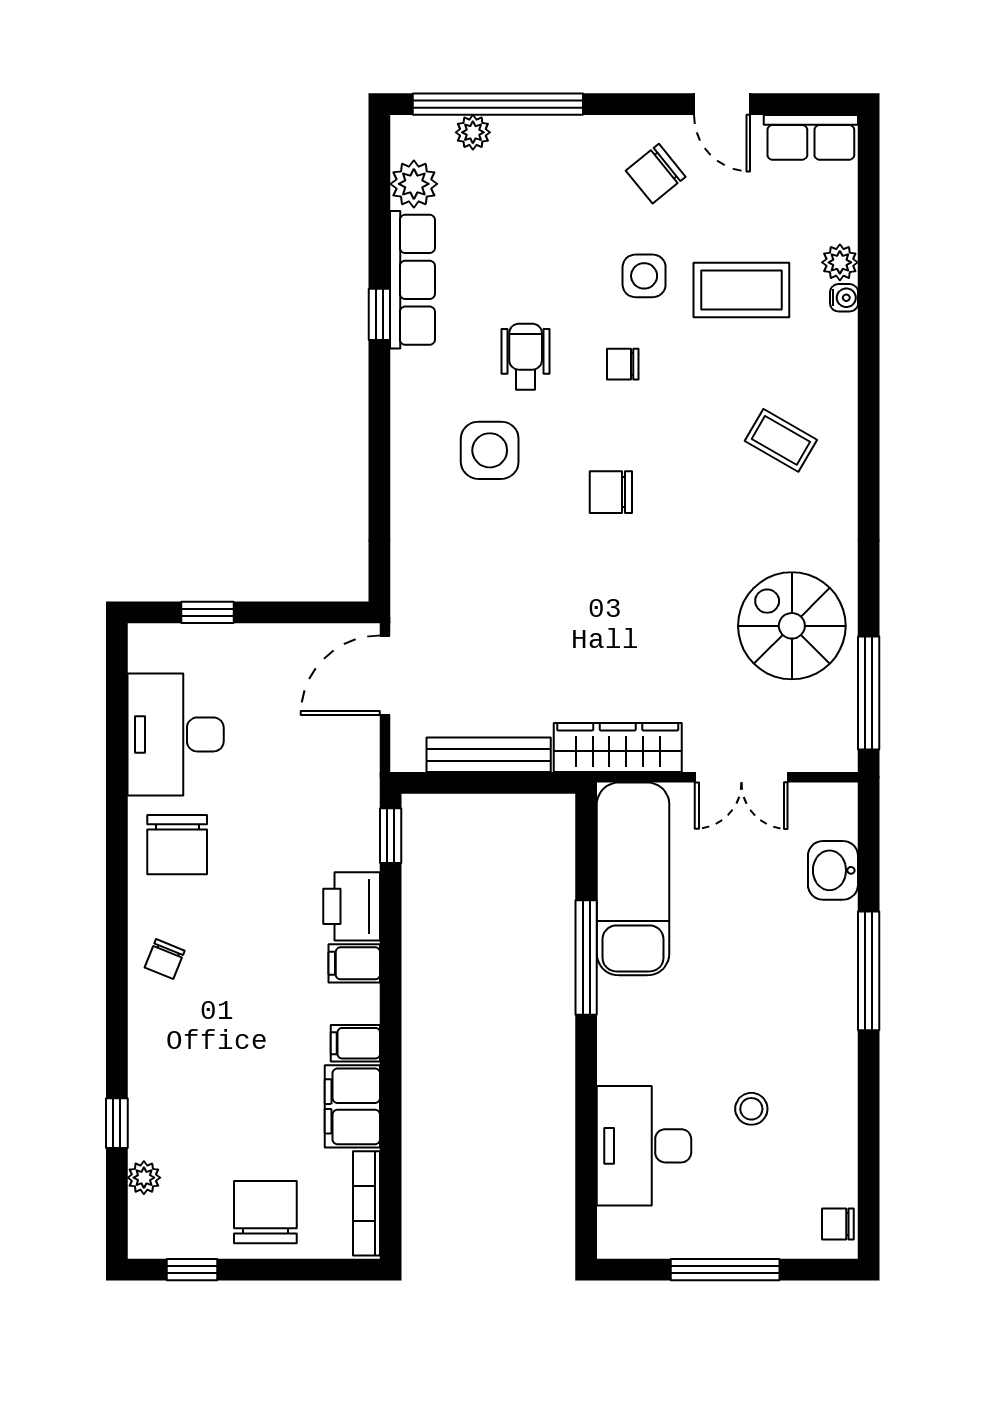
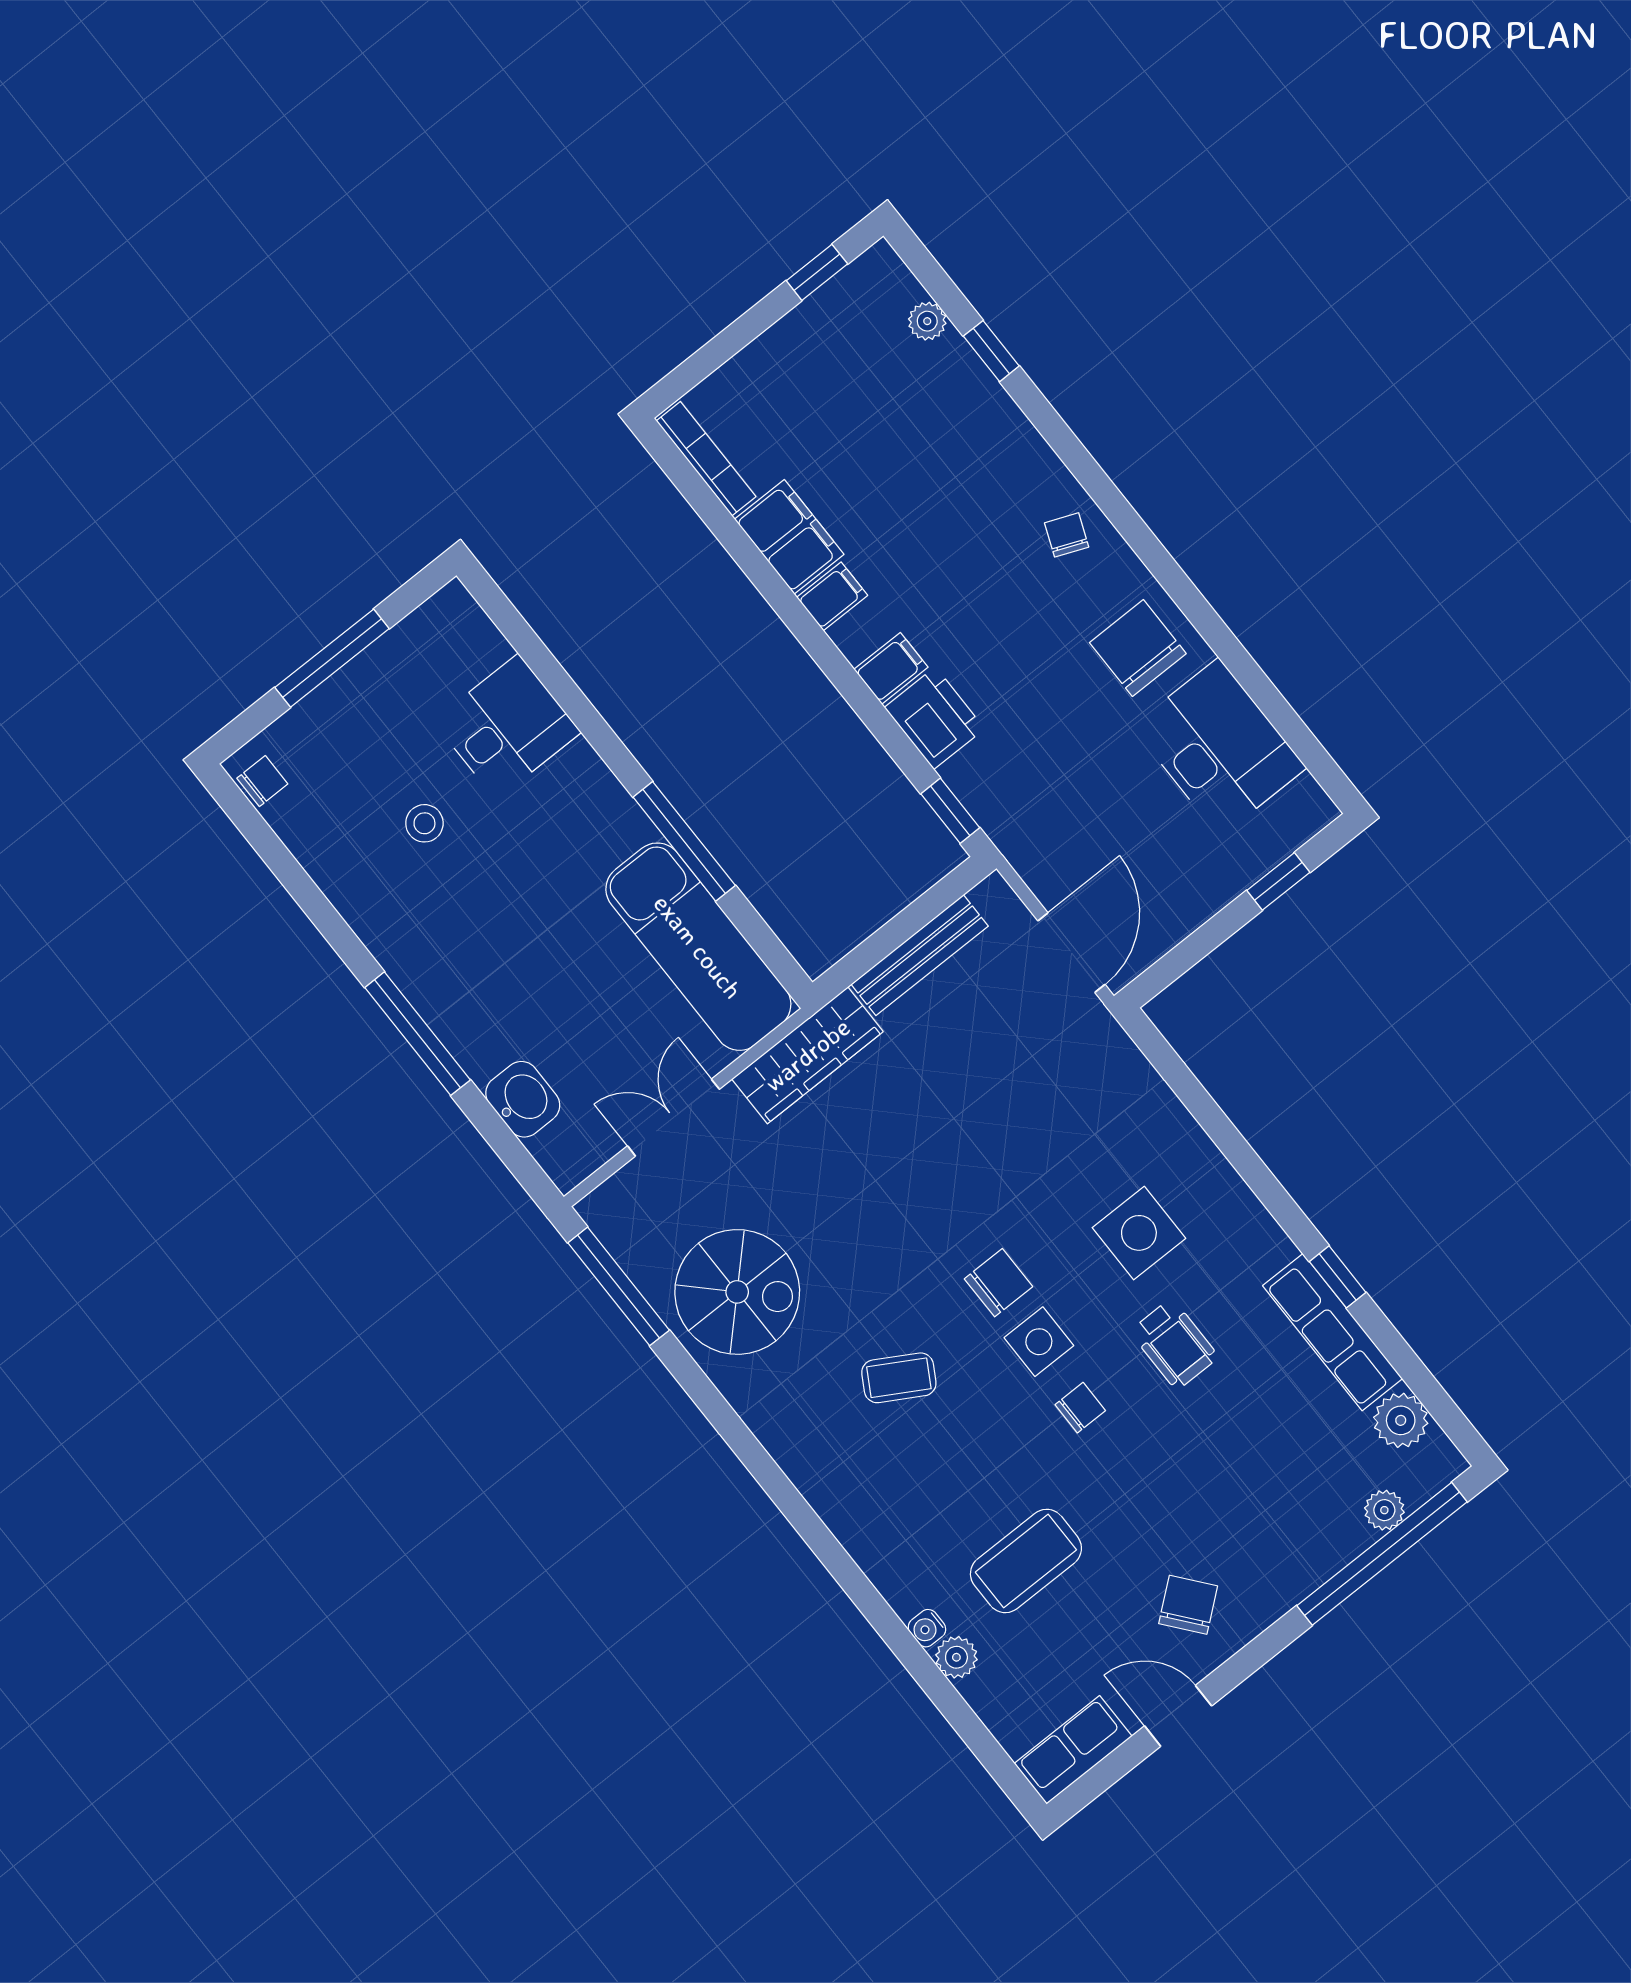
side table: (644, 276) -> (1039, 1342), moved
coffee table: (781, 440) -> (899, 1378), moved
desk: (644, 1146) -> (507, 727), width x0.73
chair: (265, 1212) -> (792, 378), removed

